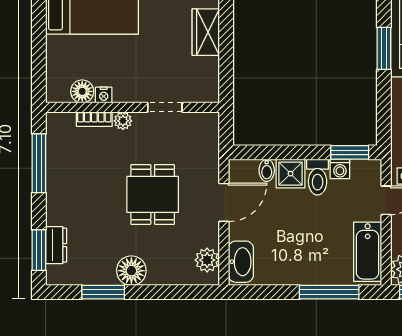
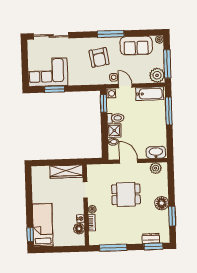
wardrobe: (206, 32) -> (66, 172), moved, width x1.50
washing machine: (340, 169) -> (111, 93), moved

